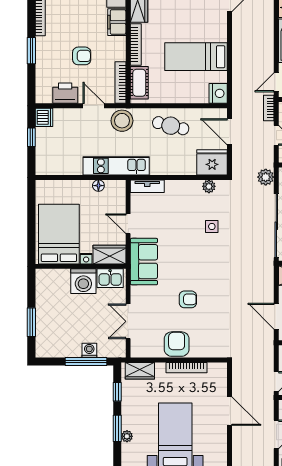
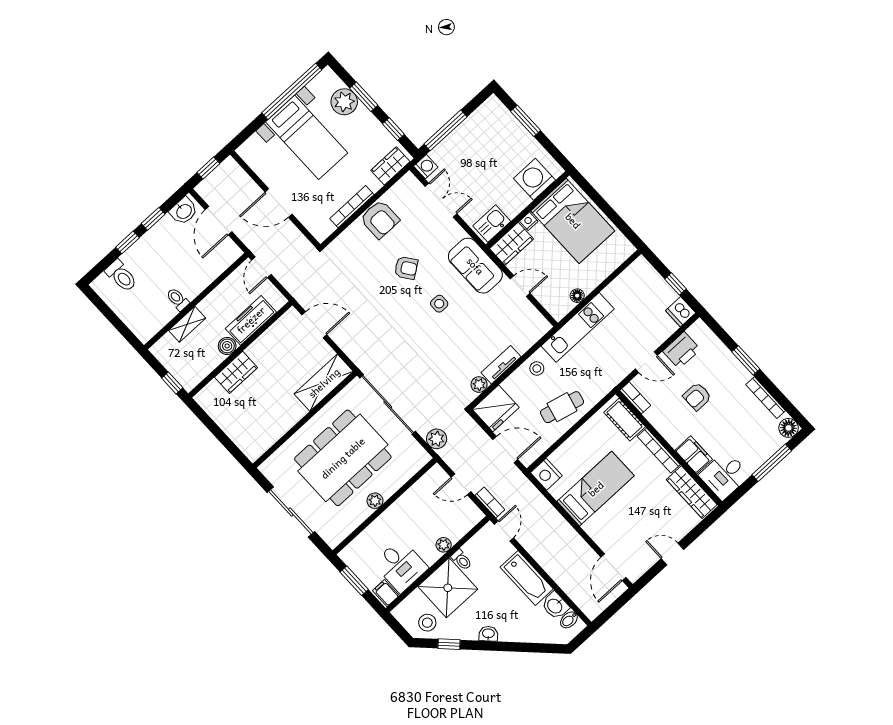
bookcase: (120, 83) -> (635, 398), width x0.64
stool: (122, 121) -> (537, 369), moved, width x0.53, depth x0.53
tv unit: (147, 186) -> (501, 365), moved
side table: (212, 226) -> (439, 304), moved
washing machine: (83, 281) -> (534, 179), moved
armchair: (188, 299) -> (406, 268), turned -126
washing machine: (89, 350) -> (426, 167), moved, turned -90
plant: (127, 436) -> (344, 102), width x1.88, depth x1.88

